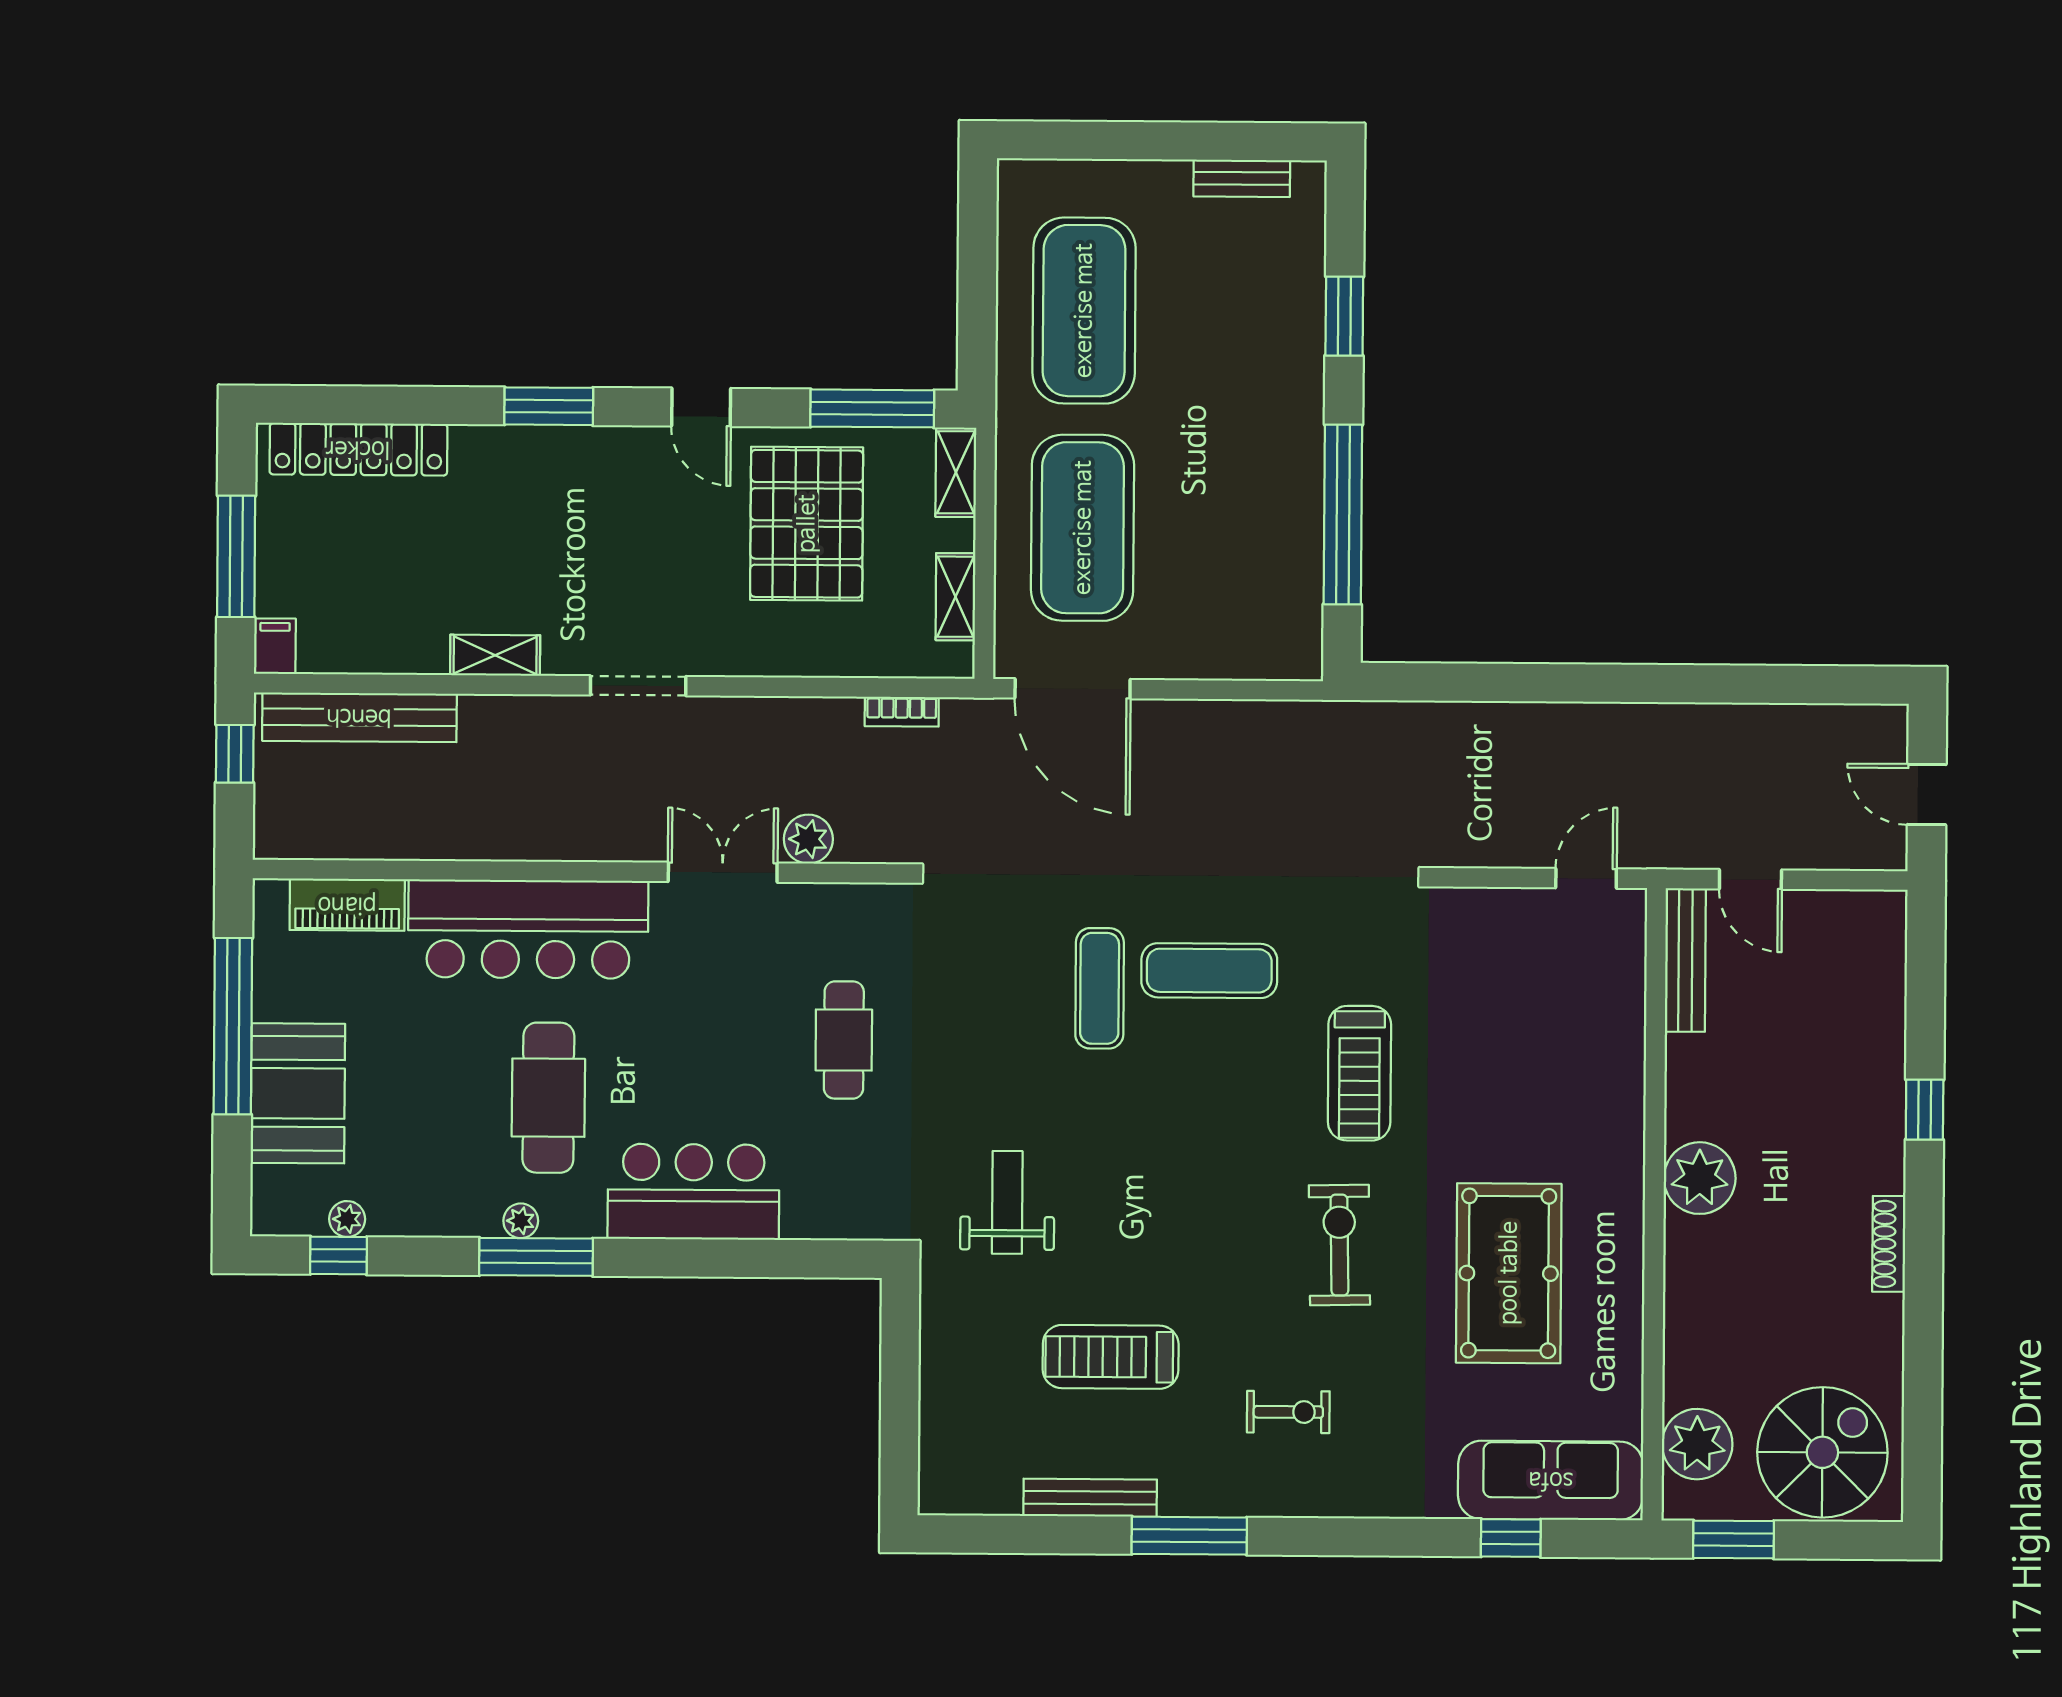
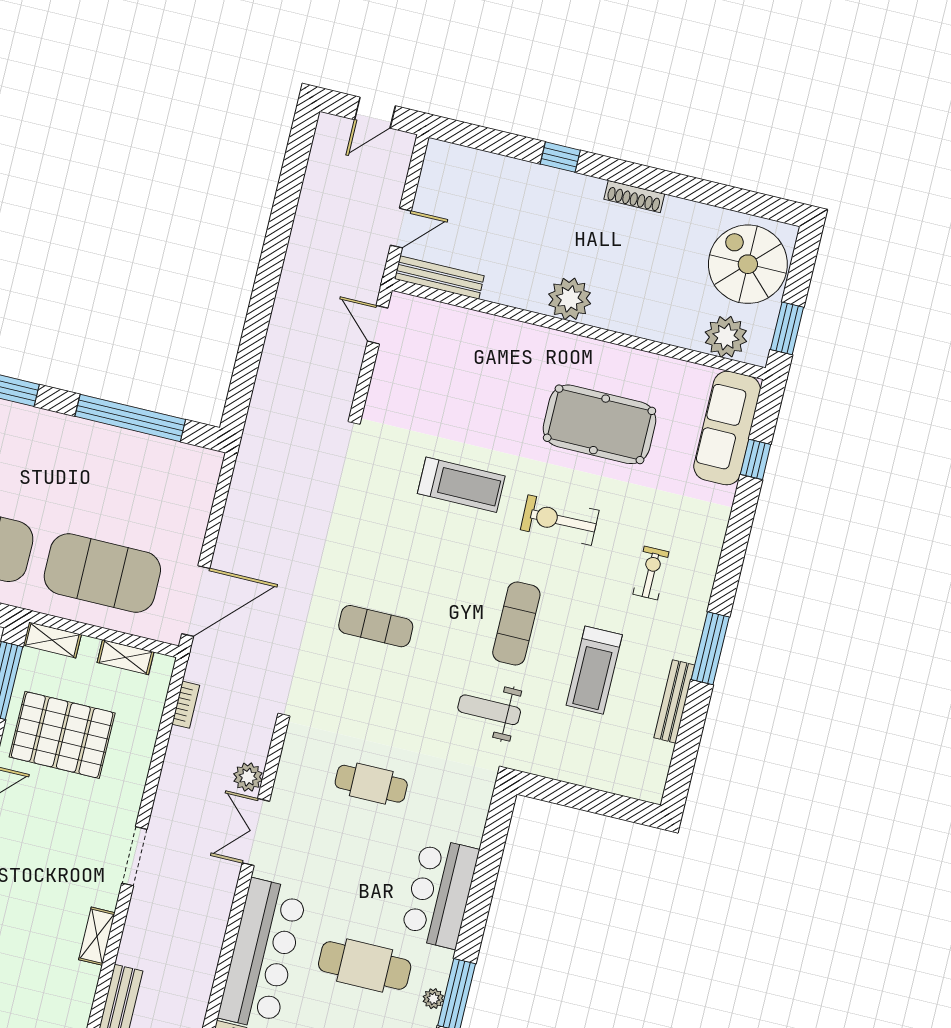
exercise mat: (1209, 971) -> (516, 623), moved

